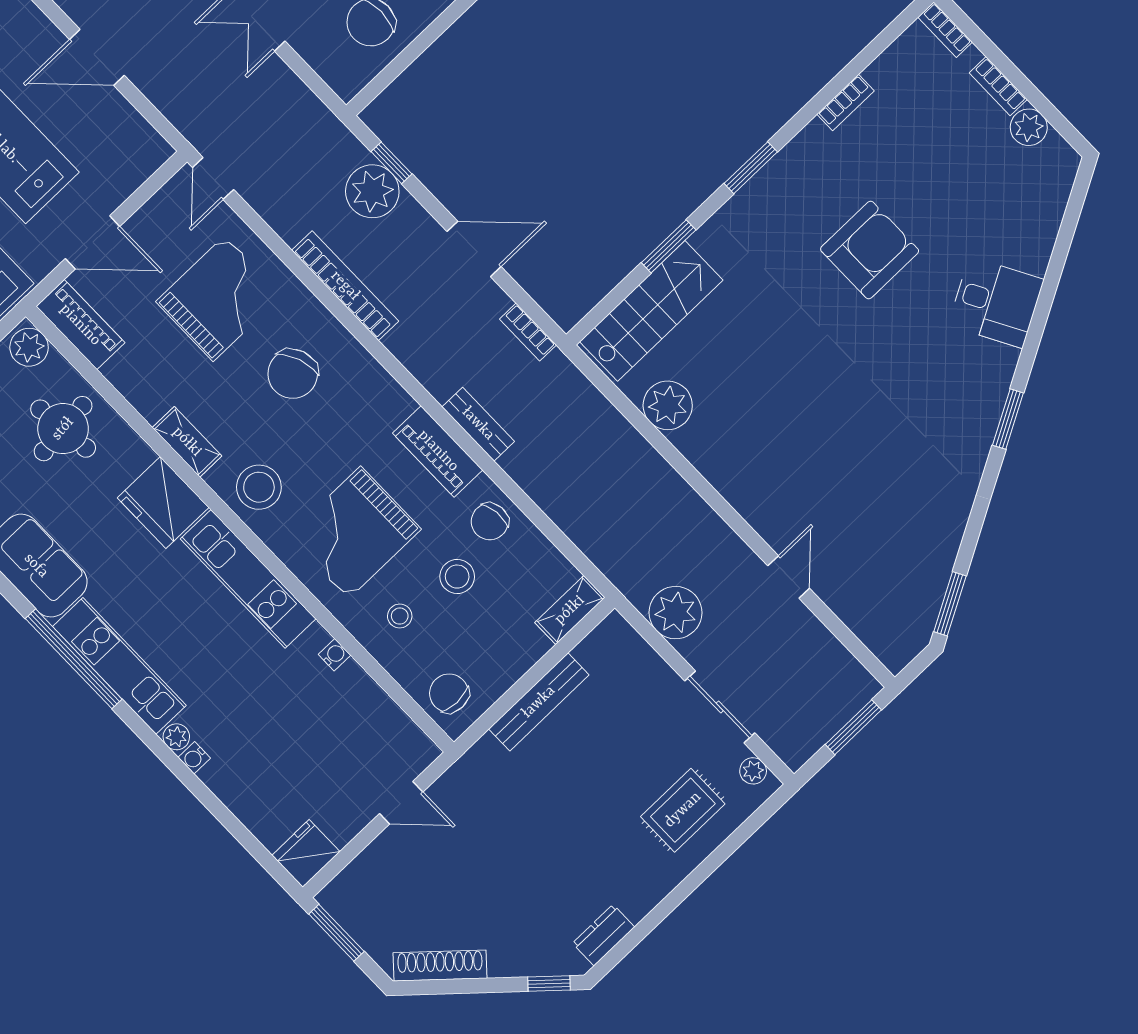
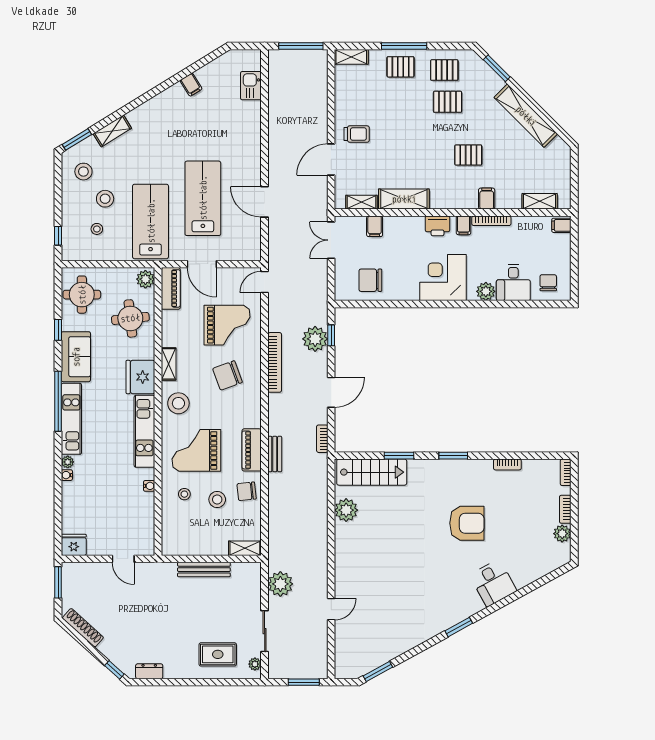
door: (474, 249) -> (331, 392), hinge flipped
chair: (449, 693) -> (176, 537), removed

